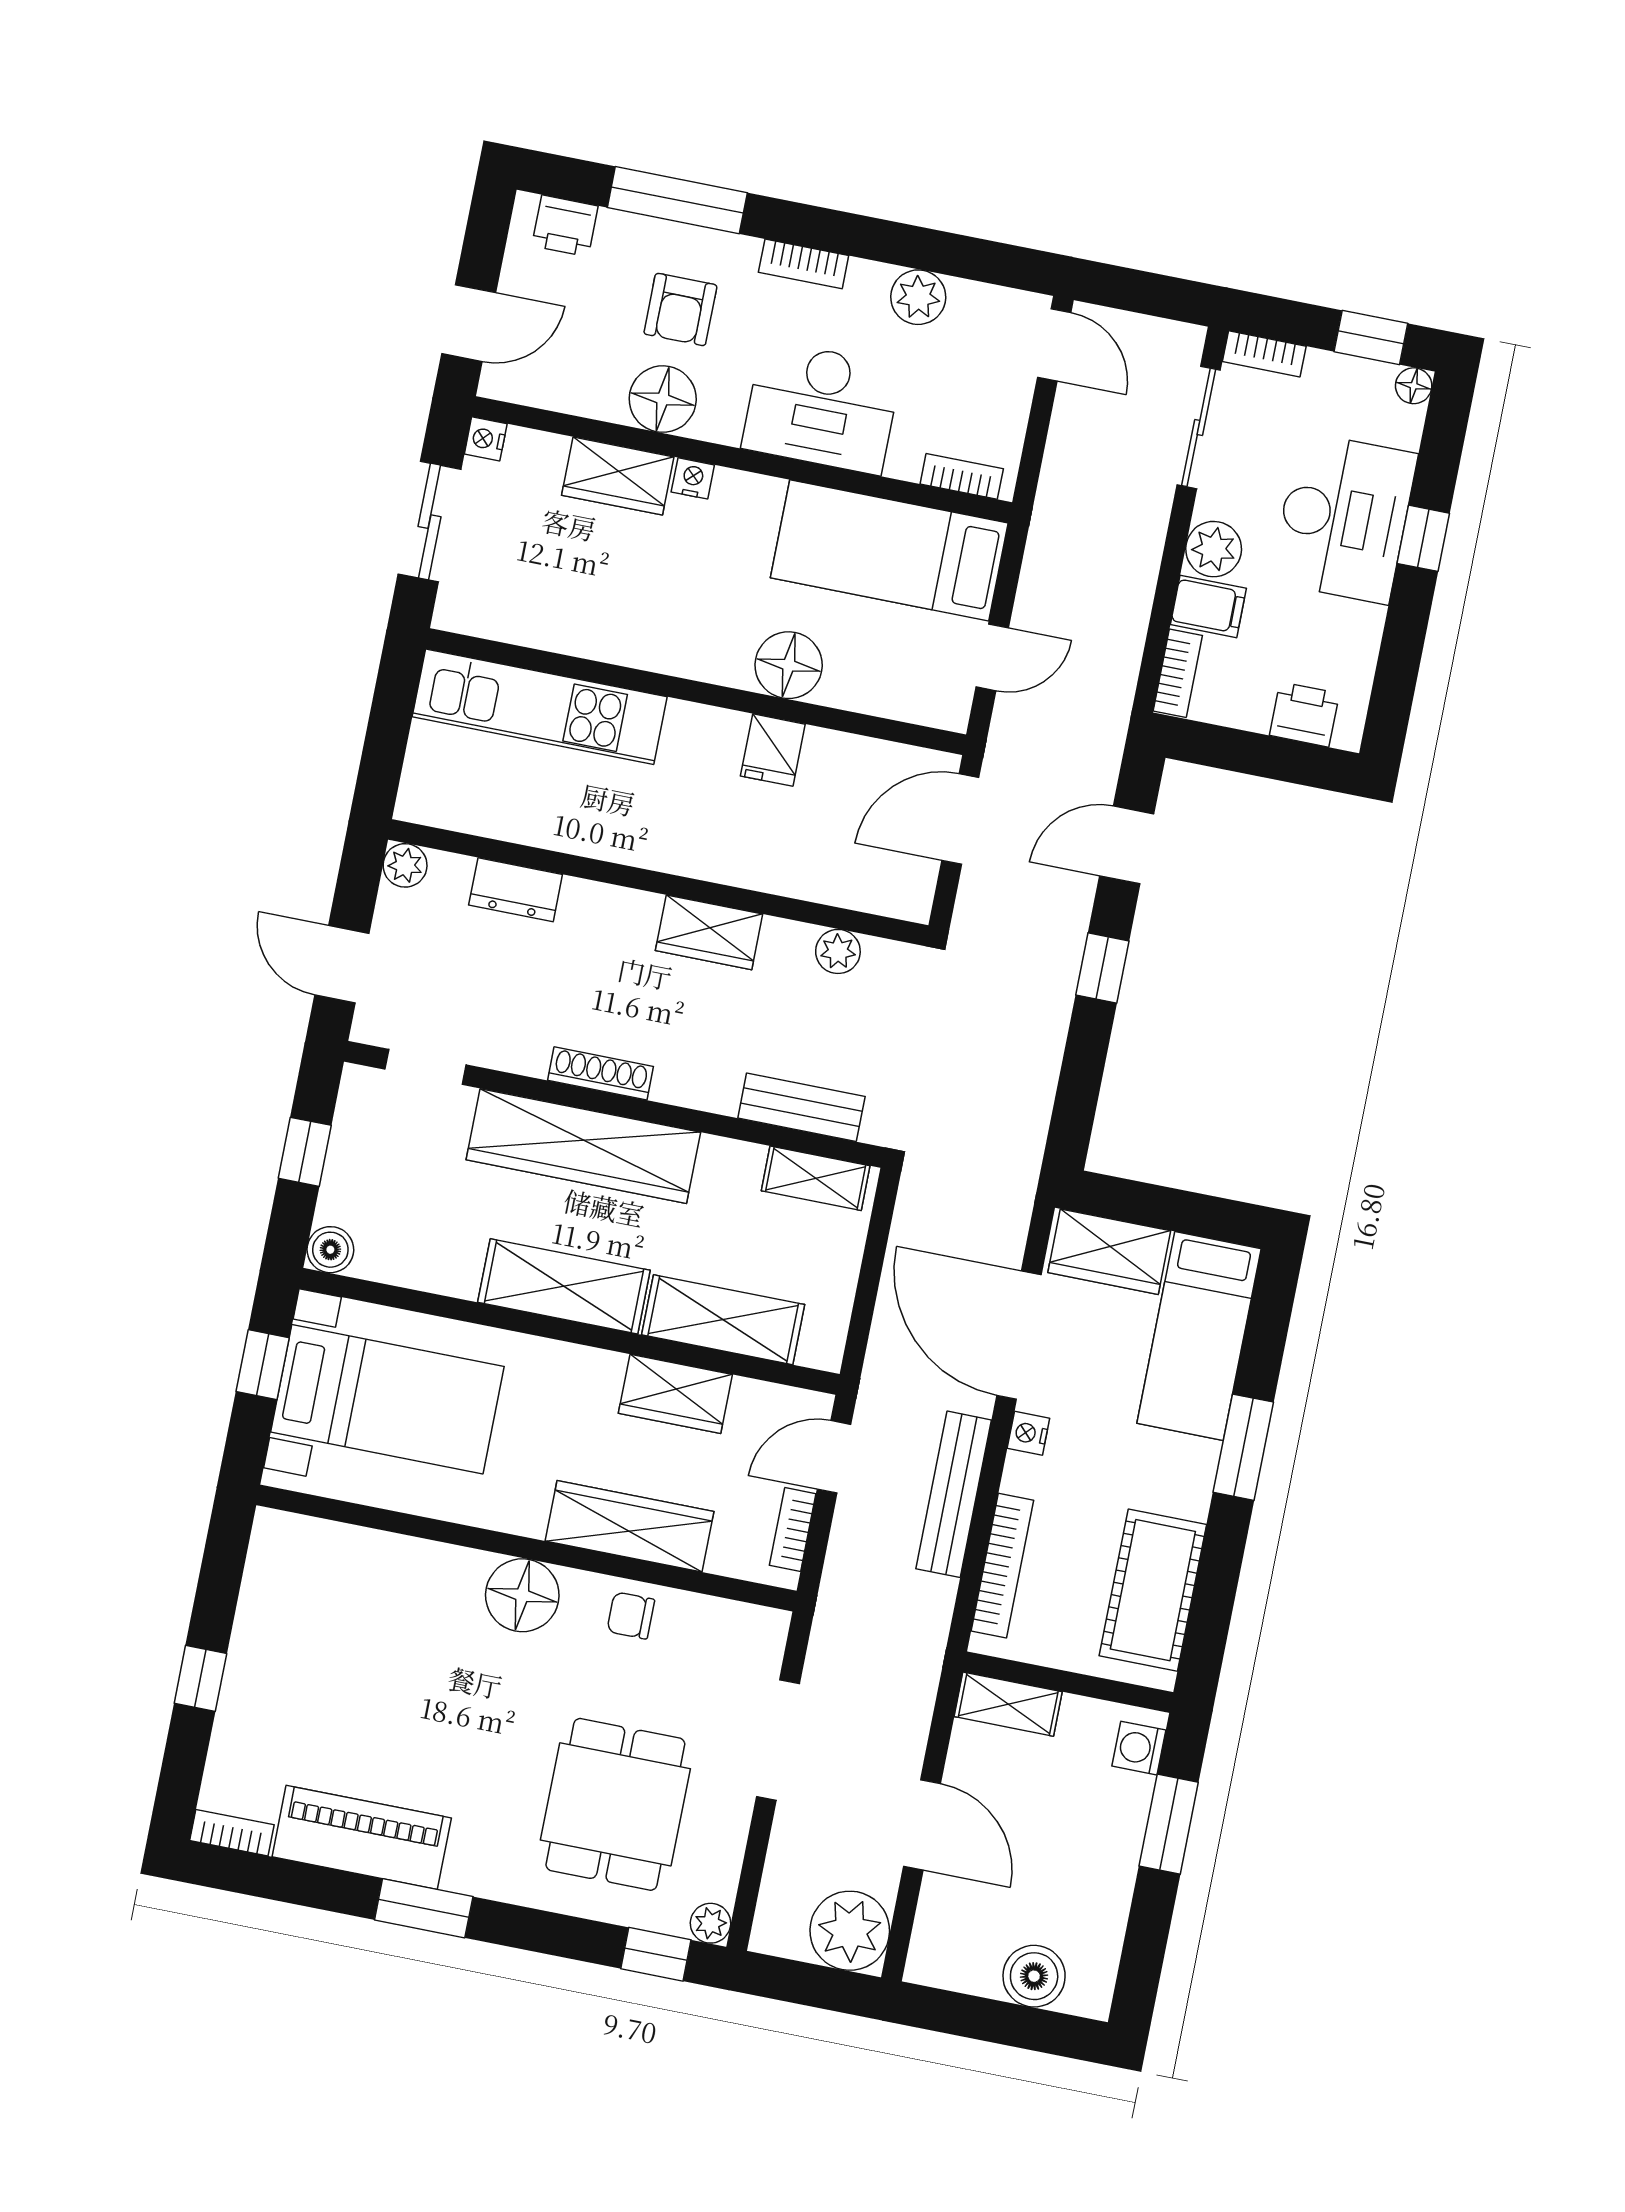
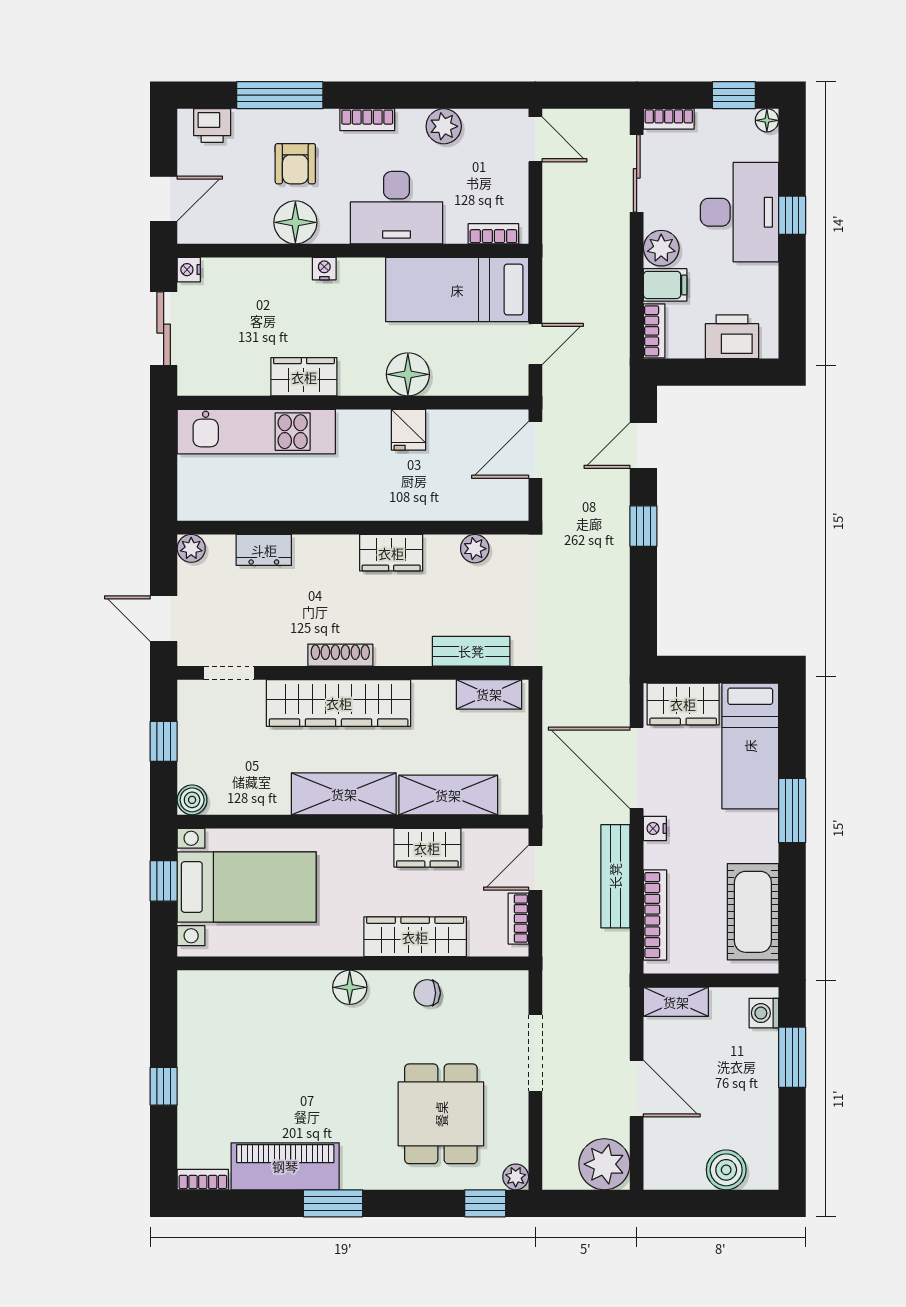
wardrobe: (618, 476) -> (304, 377), moved, turned 180
printer: (1304, 714) -> (732, 337), width x1.36, depth x1.24
floor lamp: (522, 1595) -> (350, 987), width x0.73, depth x0.73

